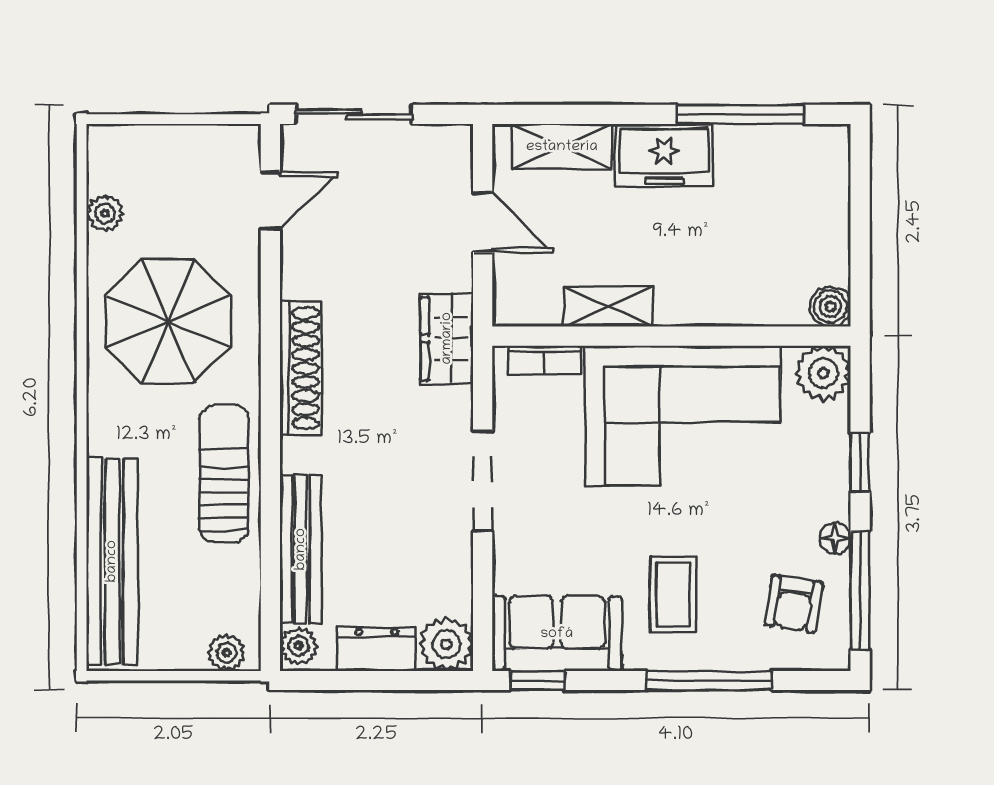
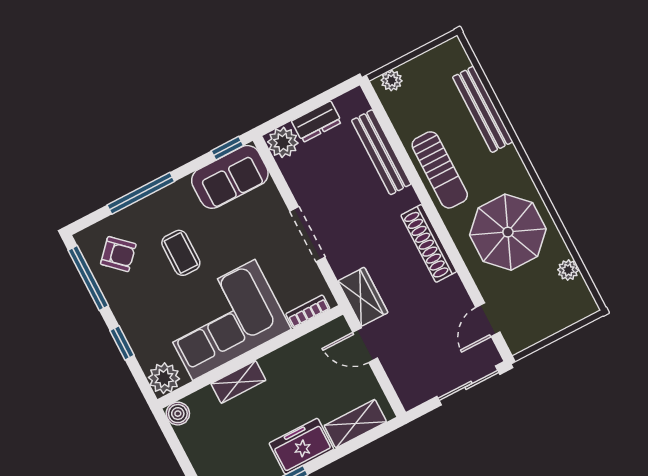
door: (483, 222) -> (365, 345), moved
shelving: (608, 307) -> (238, 382), moved
floor lamp: (835, 538) -> (115, 298), removed
bench: (112, 561) -> (483, 109), width x0.73, depth x0.82
coffee table: (673, 594) -> (181, 253), moved
armchair: (794, 604) -> (118, 254), turned 124
plant: (299, 646) -> (357, 103), removed

